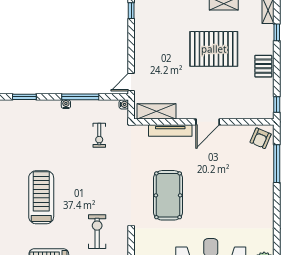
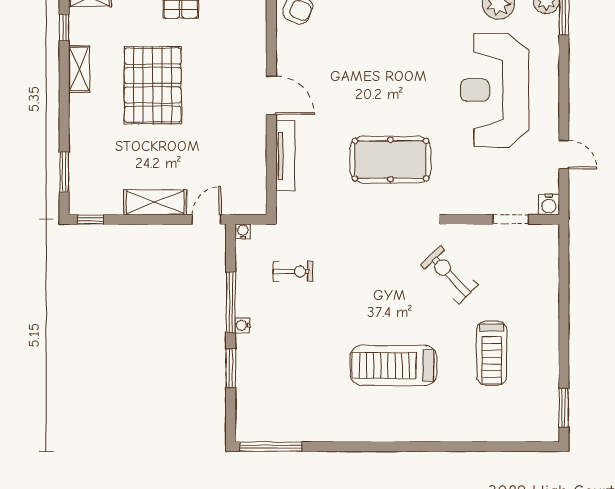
door: (131, 82) -> (207, 219), swing flipped
window: (24, 97) -> (231, 368), moved
shelving: (157, 111) -> (155, 202), moved, turned 90
exercise bike: (97, 232) -> (449, 275), turned 46

